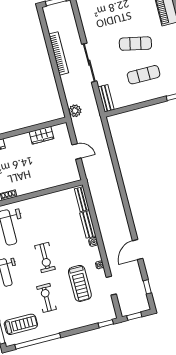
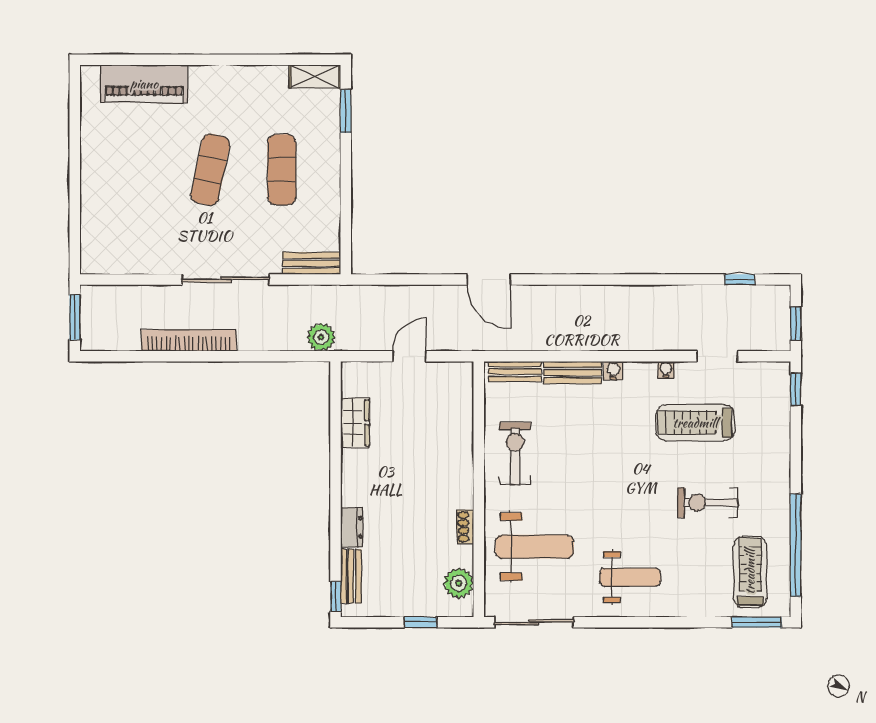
door: (138, 250) -> (489, 280), moved
exercise bike: (45, 258) -> (515, 453), moved, turned -90
treadmill: (80, 283) -> (695, 423), turned 180

